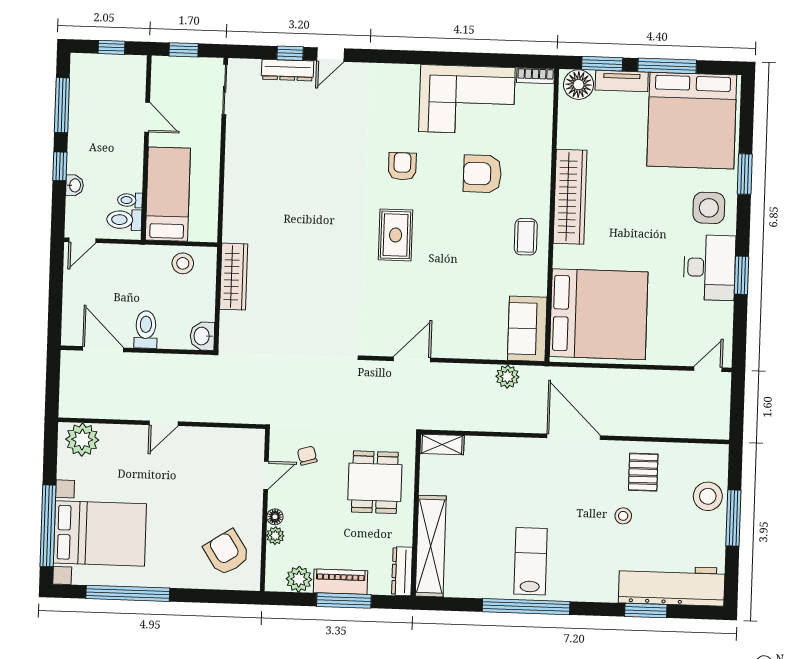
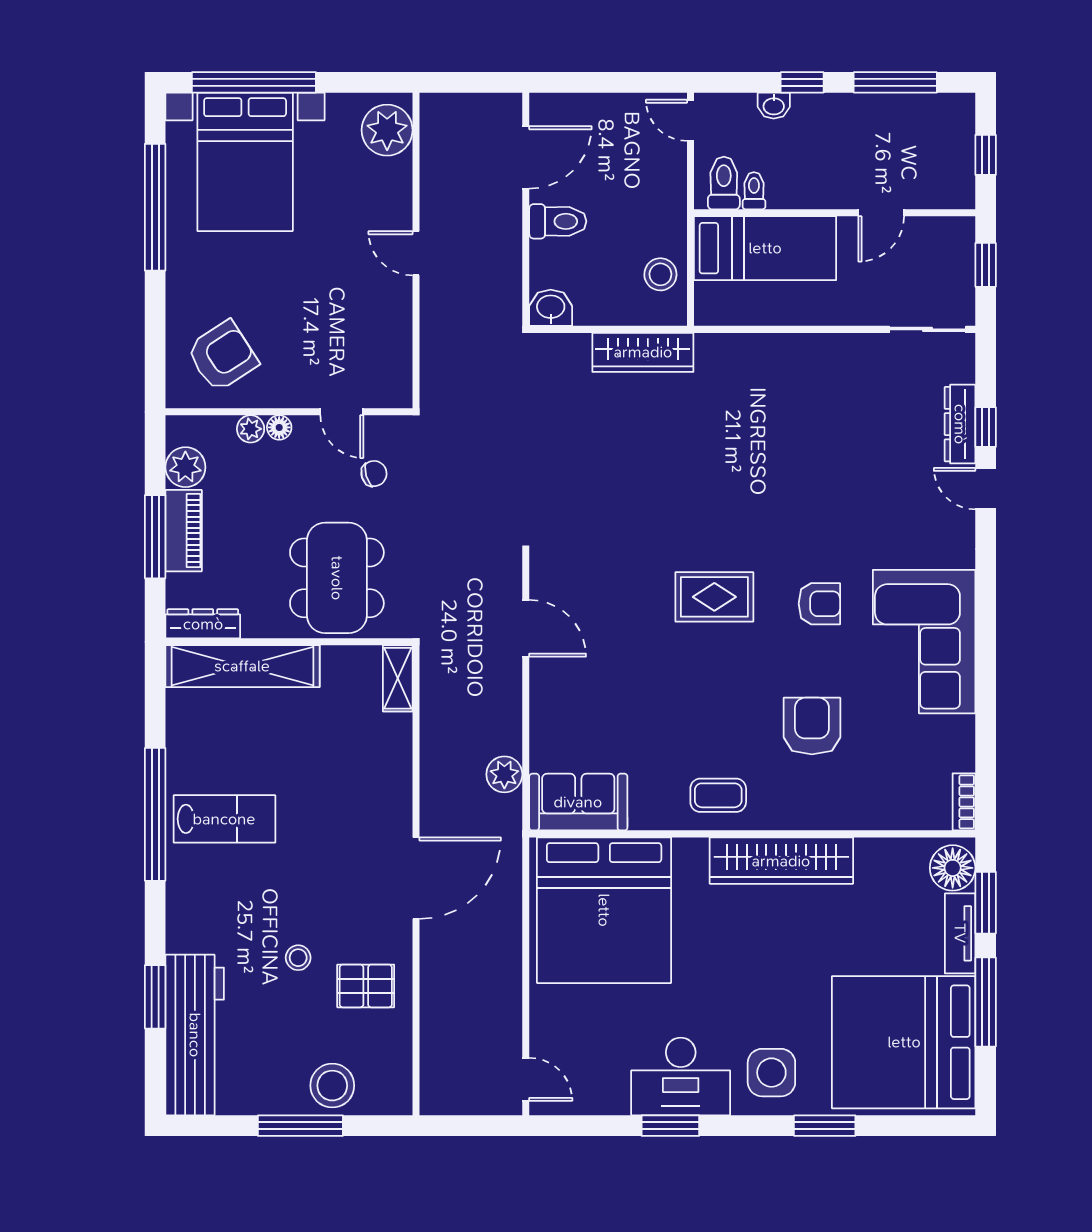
corner sofa: (467, 100) -> (924, 642), moved
dining table: (375, 482) -> (337, 578), width x1.38

